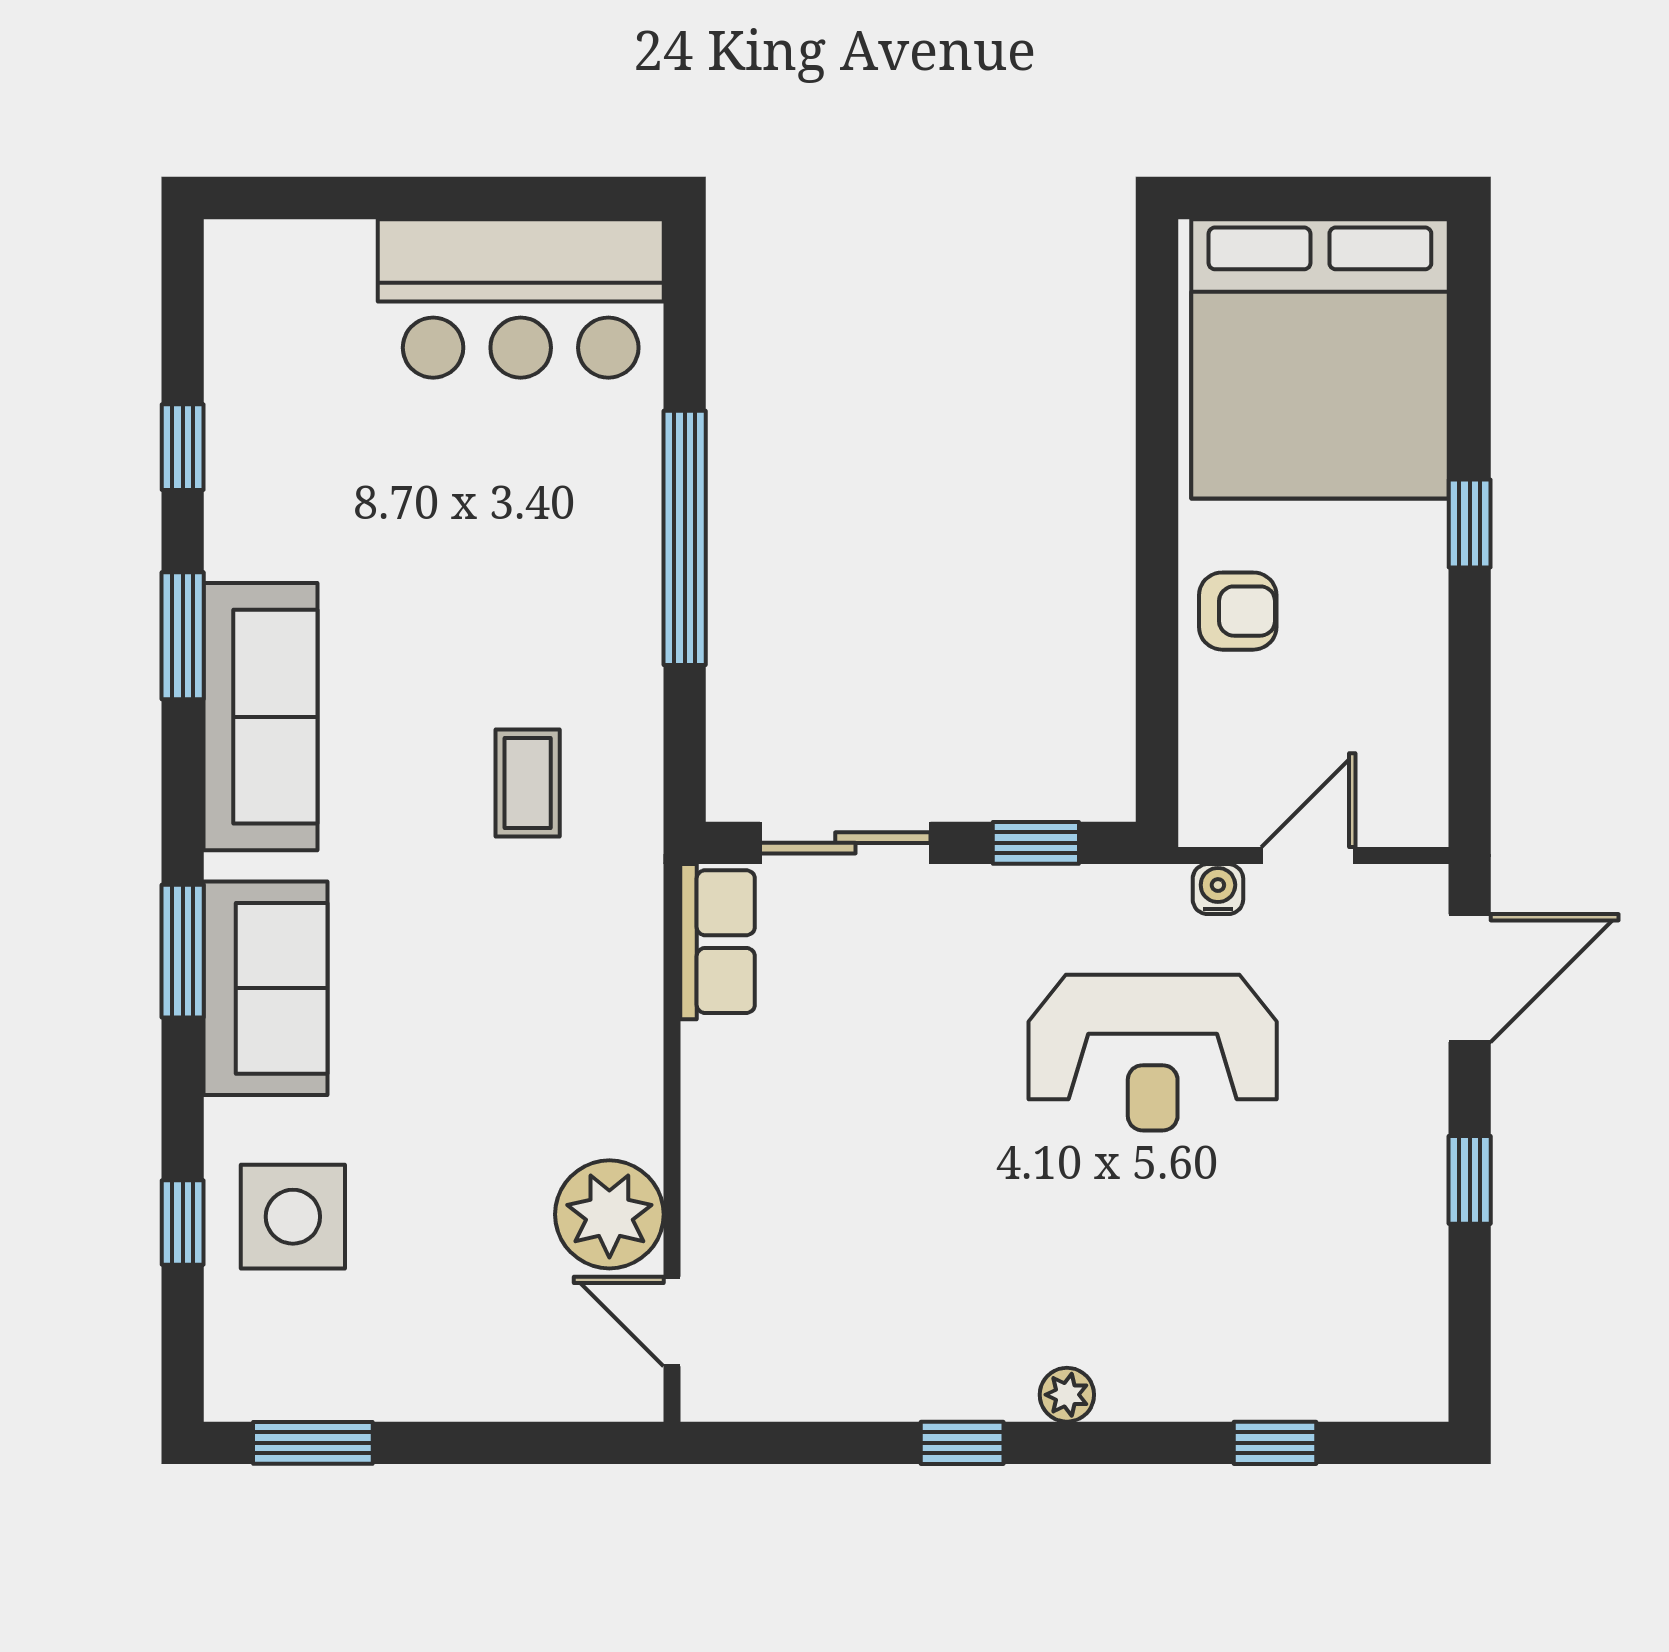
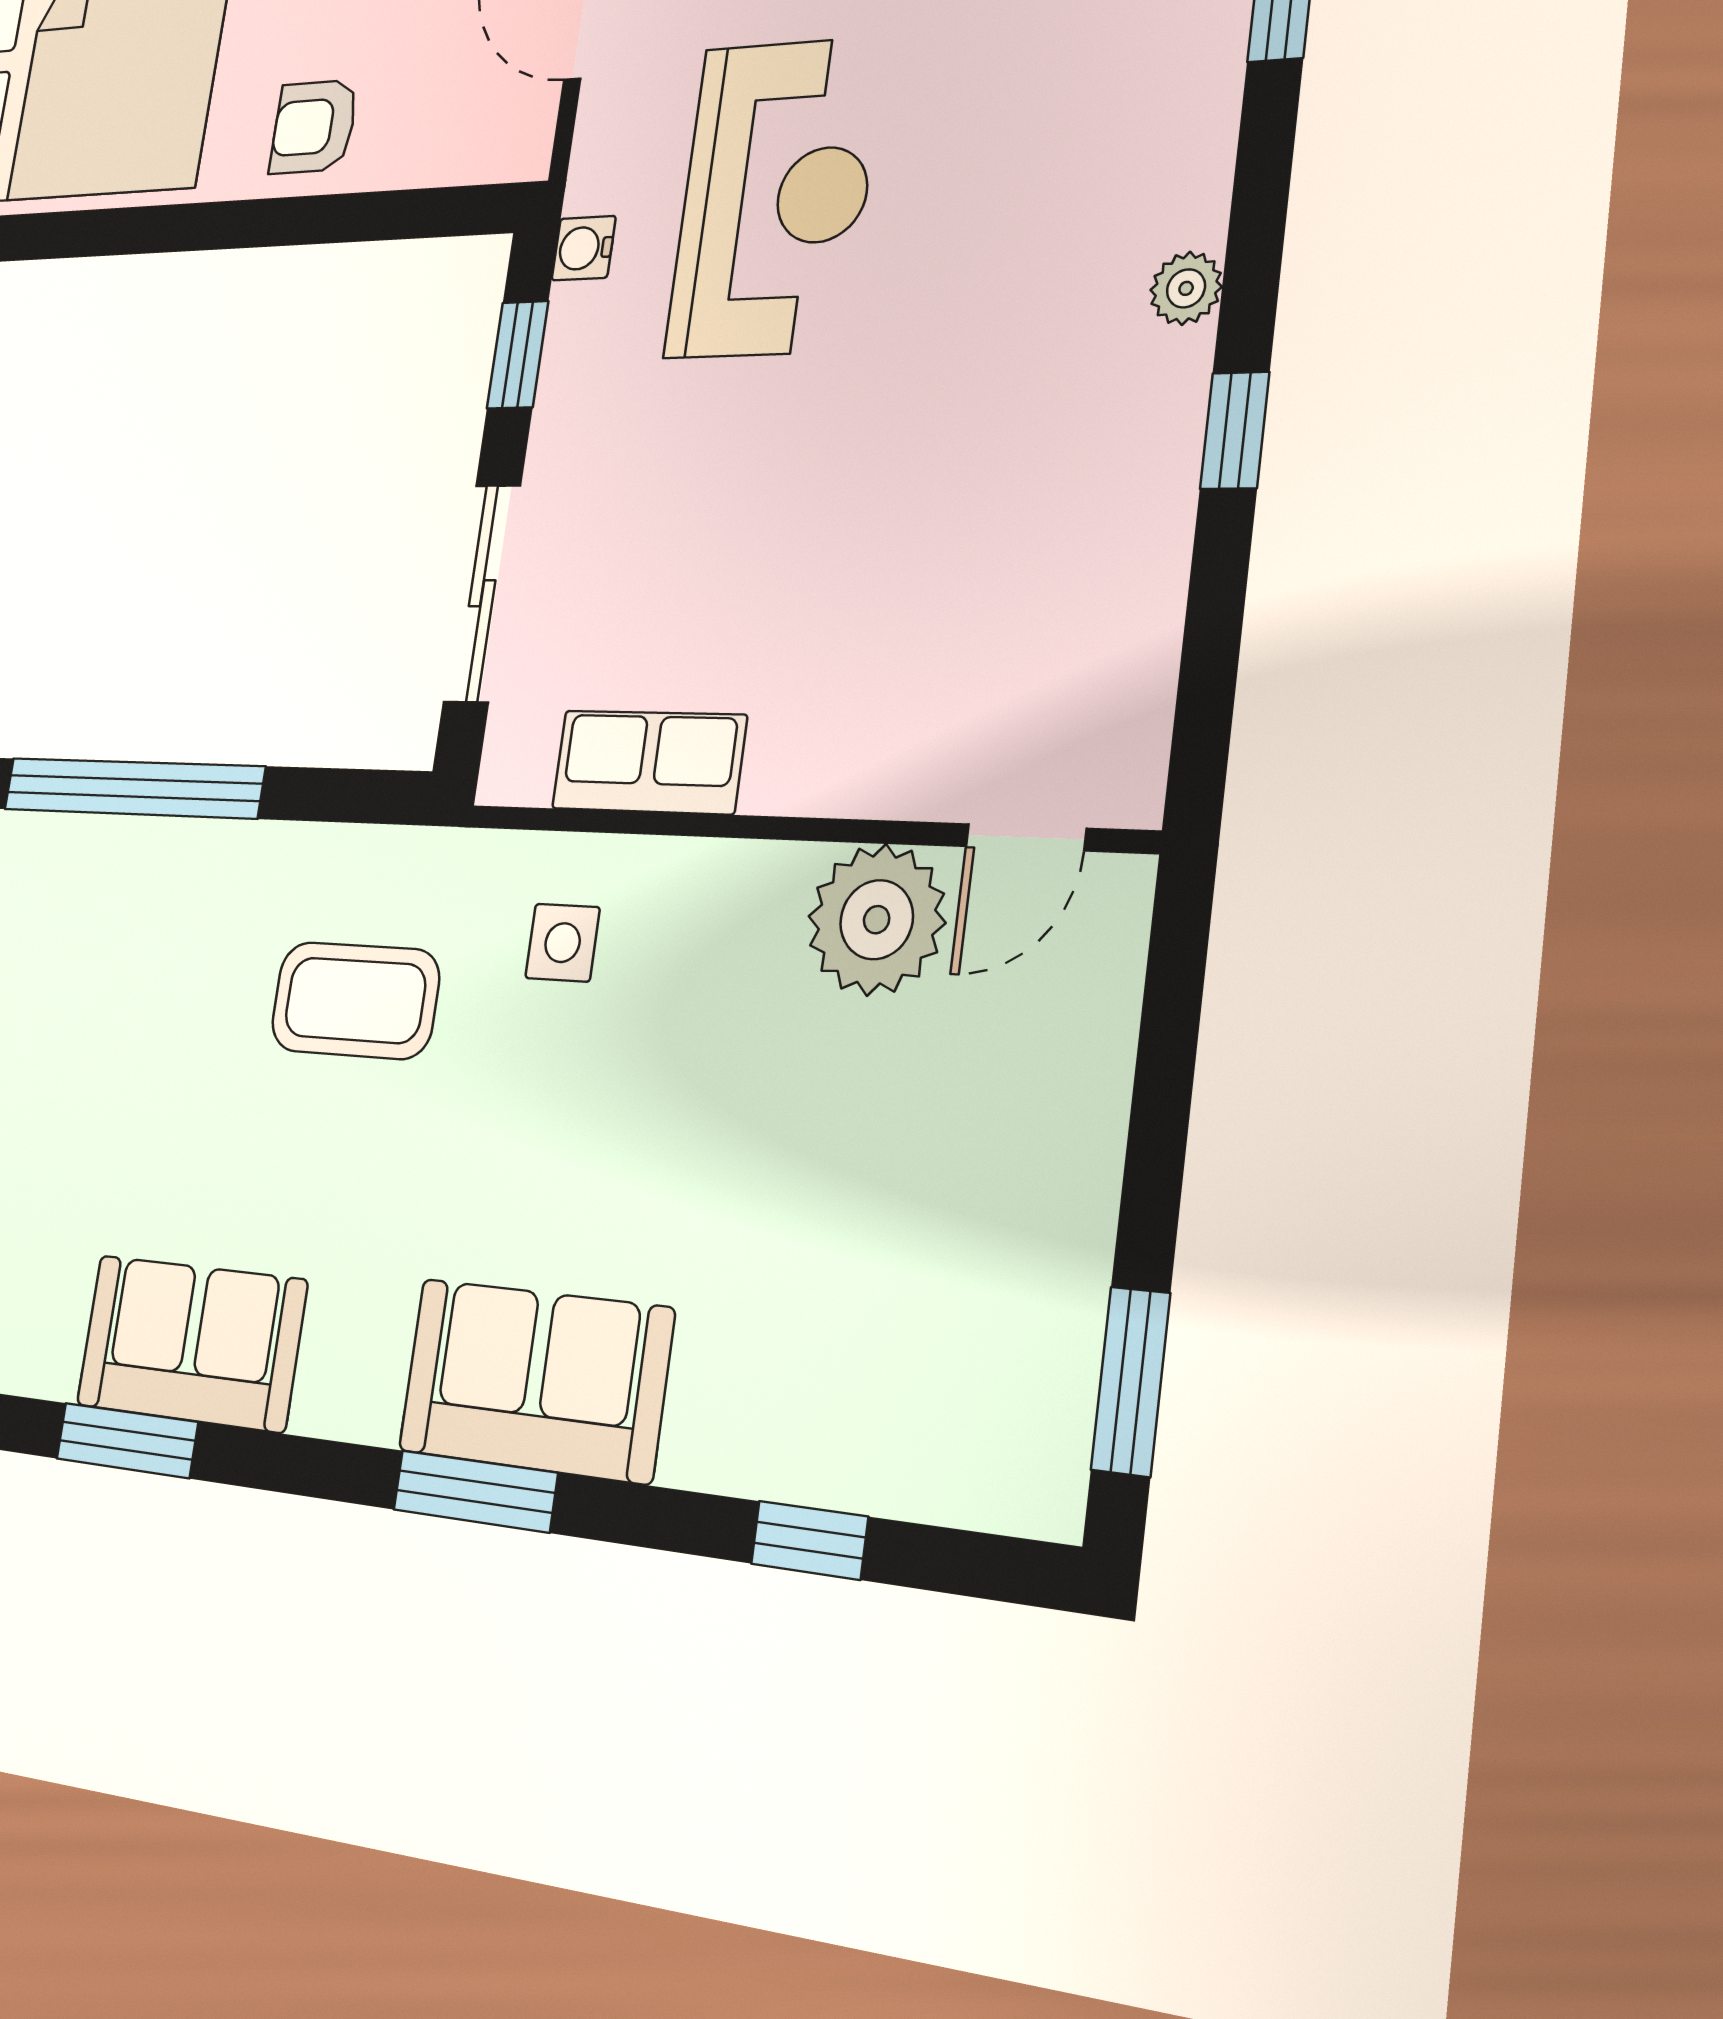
armchair: (1238, 611) -> (314, 127), turned -90
sofa: (261, 717) -> (191, 1343), width x0.73
coffee table: (528, 783) -> (355, 1000), width x1.36, depth x1.30
water cooler: (1218, 889) -> (584, 248), moved
row of seats: (718, 942) -> (649, 762), moved
side table: (293, 1217) -> (563, 943), moved, width x0.54, depth x0.54

